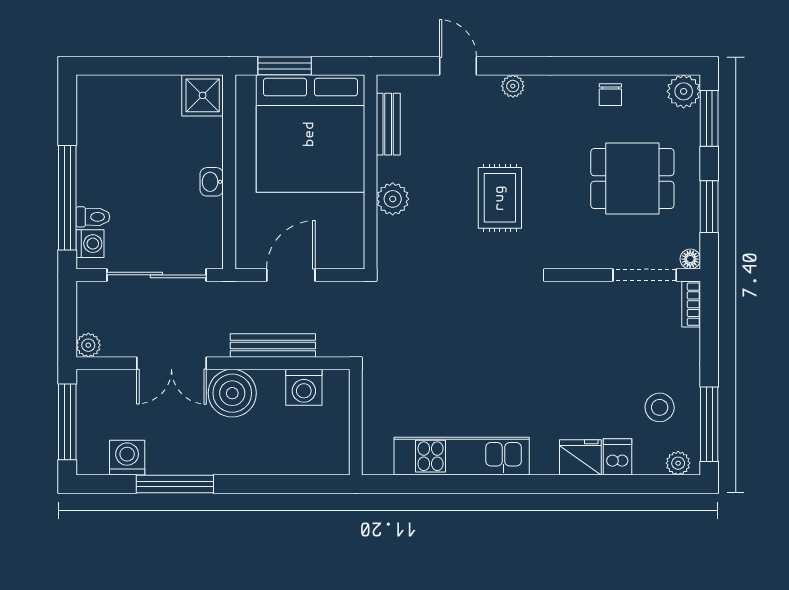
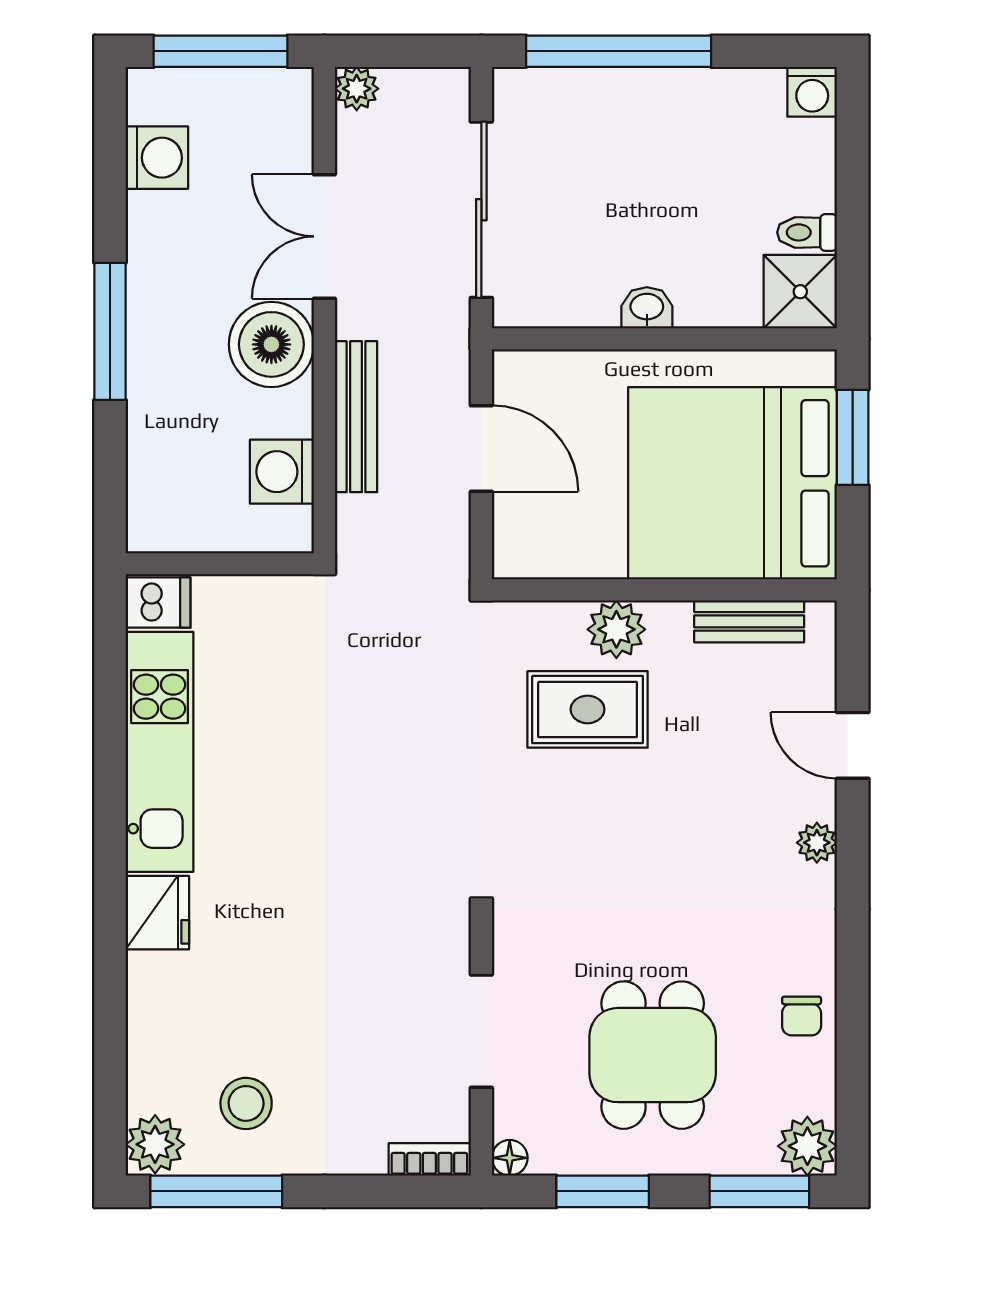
door: (458, 66) -> (853, 745), swing flipped
chair: (610, 95) -> (802, 1016), turned -90
rug: (500, 198) -> (588, 709), moved
toilet: (93, 217) -> (807, 232), moved, turned 90
washing machine: (90, 244) -> (812, 92), moved
doorway: (645, 275) -> (481, 1031), moved
fridge: (580, 457) -> (157, 913), moved
dishwasher: (618, 457) -> (158, 603), moved
plant: (678, 463) -> (155, 1144), width x1.38, depth x1.38
window: (175, 484) -> (110, 331), moved

